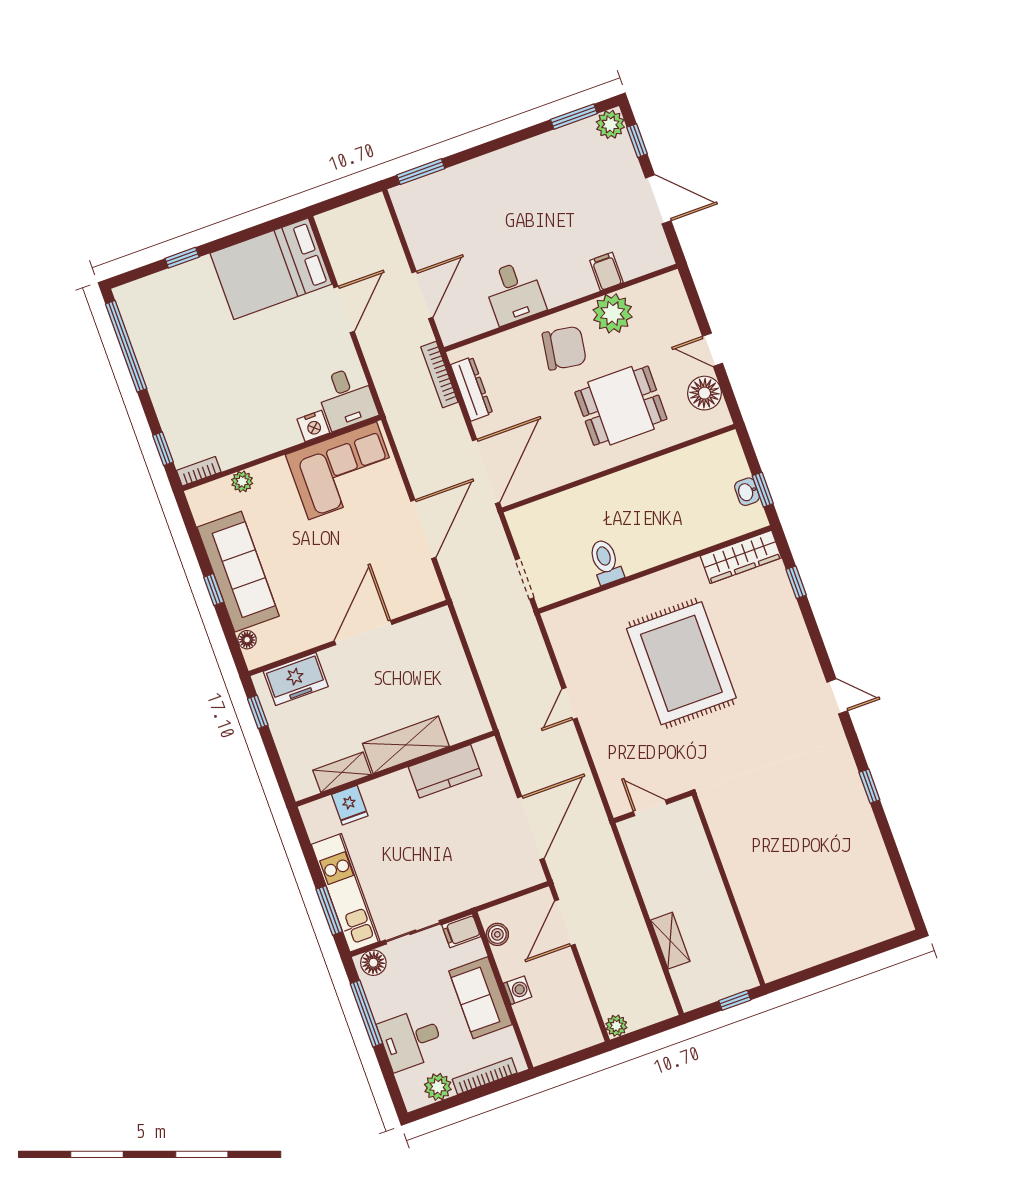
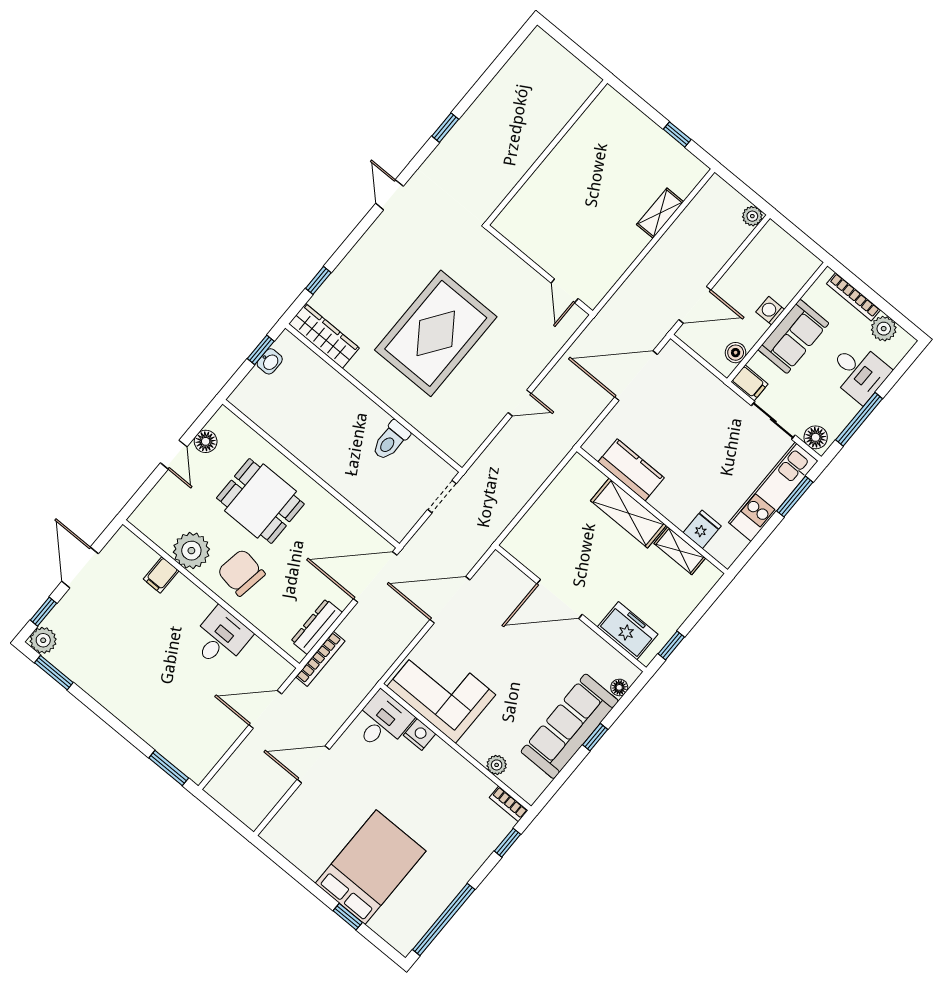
bed: (271, 269) -> (371, 867), moved, turned -90
floor lamp: (704, 393) -> (206, 441), width x0.73, depth x0.73
wall: (728, 890) -> (546, 152), moved

